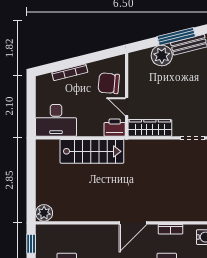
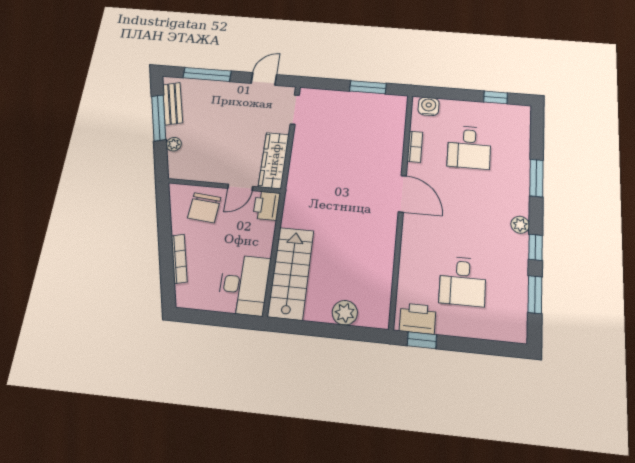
plant: (162, 56) -> (174, 144), width x0.53, depth x0.53
stairs: (92, 151) -> (291, 273), moved
plant: (44, 213) -> (345, 313), moved
printer: (45, 240) -> (418, 319), added

